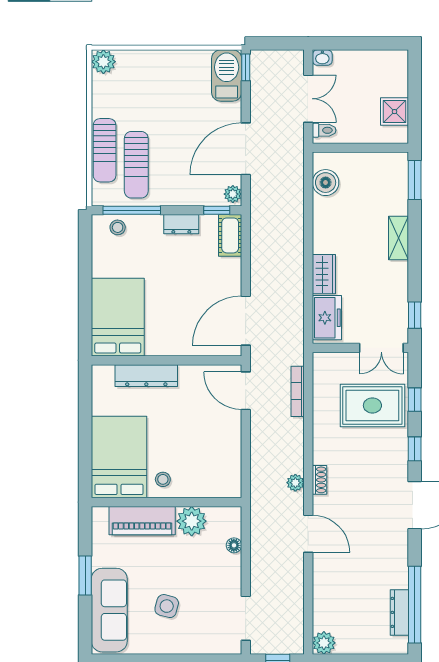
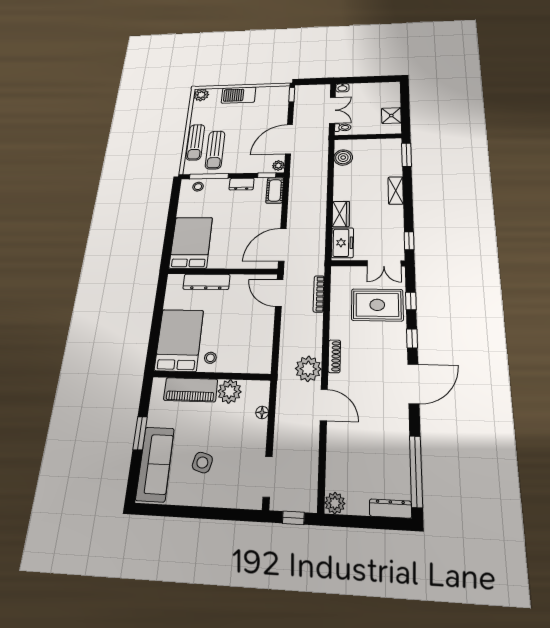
barbecue: (227, 76) -> (238, 95), moved, turned -90
shoe rack: (319, 480) -> (334, 356), width x1.43
plant: (295, 483) -> (308, 369), width x1.87, depth x1.87
dresser: (399, 612) -> (390, 509), moved, turned 90

